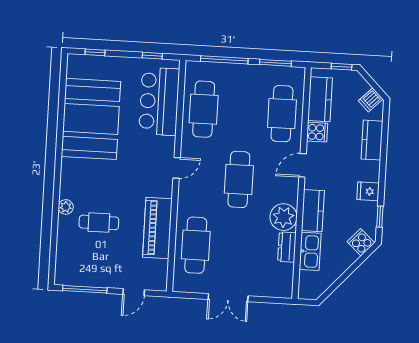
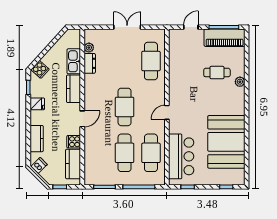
cafe table: (282, 114) -> (125, 153), moved
plant: (283, 217) -> (89, 48), moved, width x0.53, depth x0.53
piano: (157, 228) -> (225, 38), moved, turned 90

